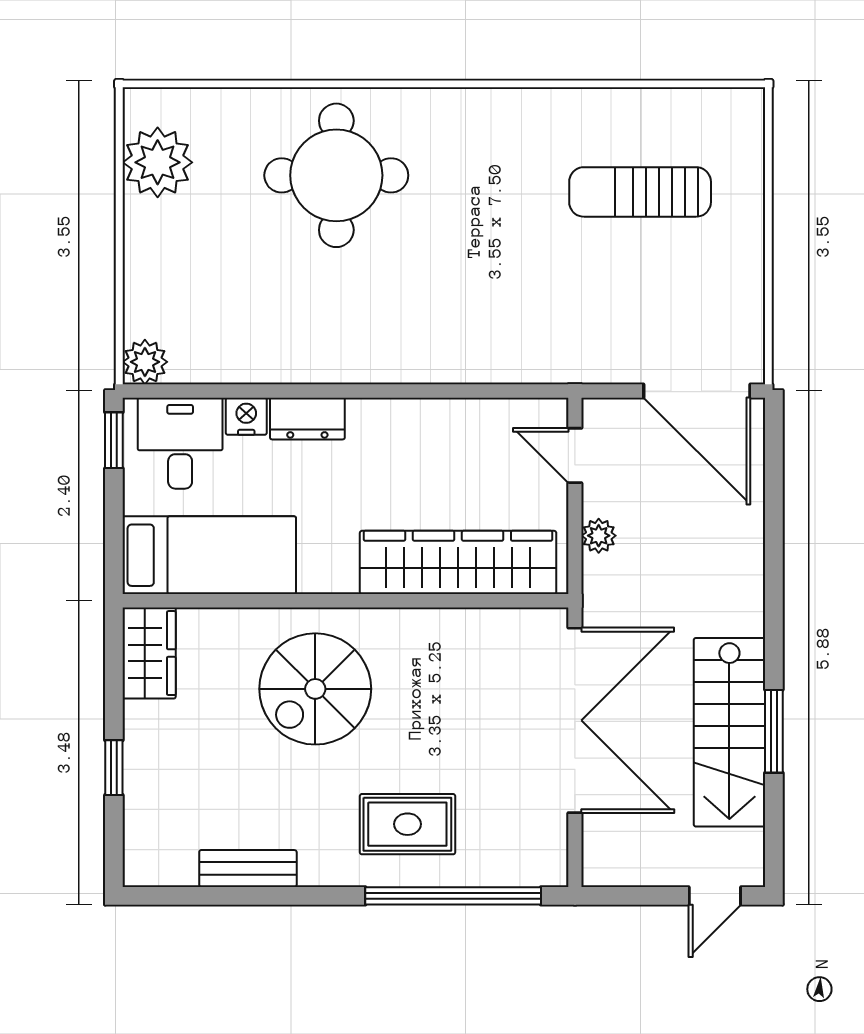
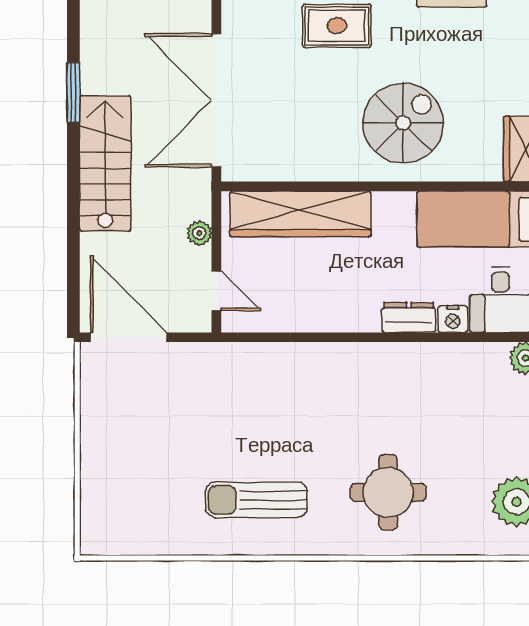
round table: (336, 175) -> (388, 492), width x0.73, depth x0.73
sun lounger: (640, 192) -> (256, 500), moved, turned 180
stairs: (729, 732) -> (105, 164), moved

